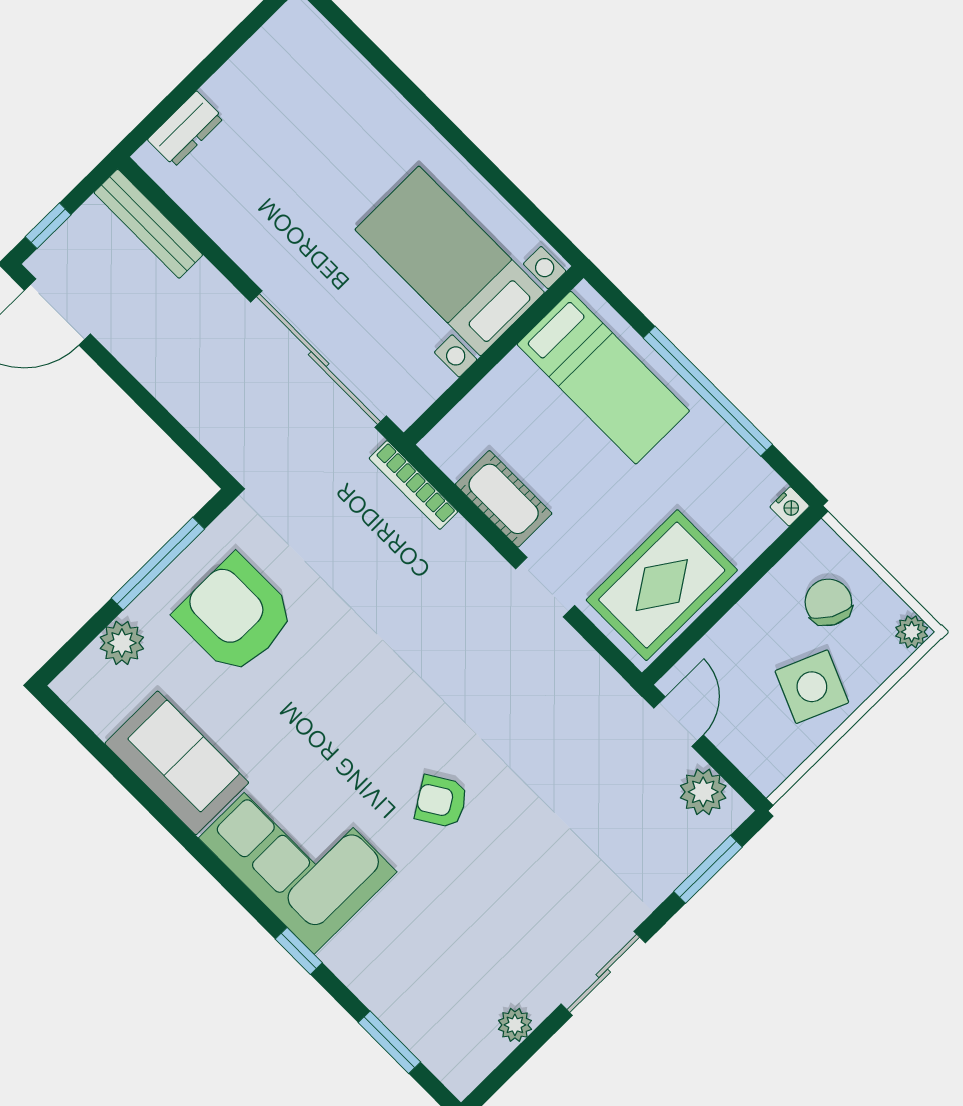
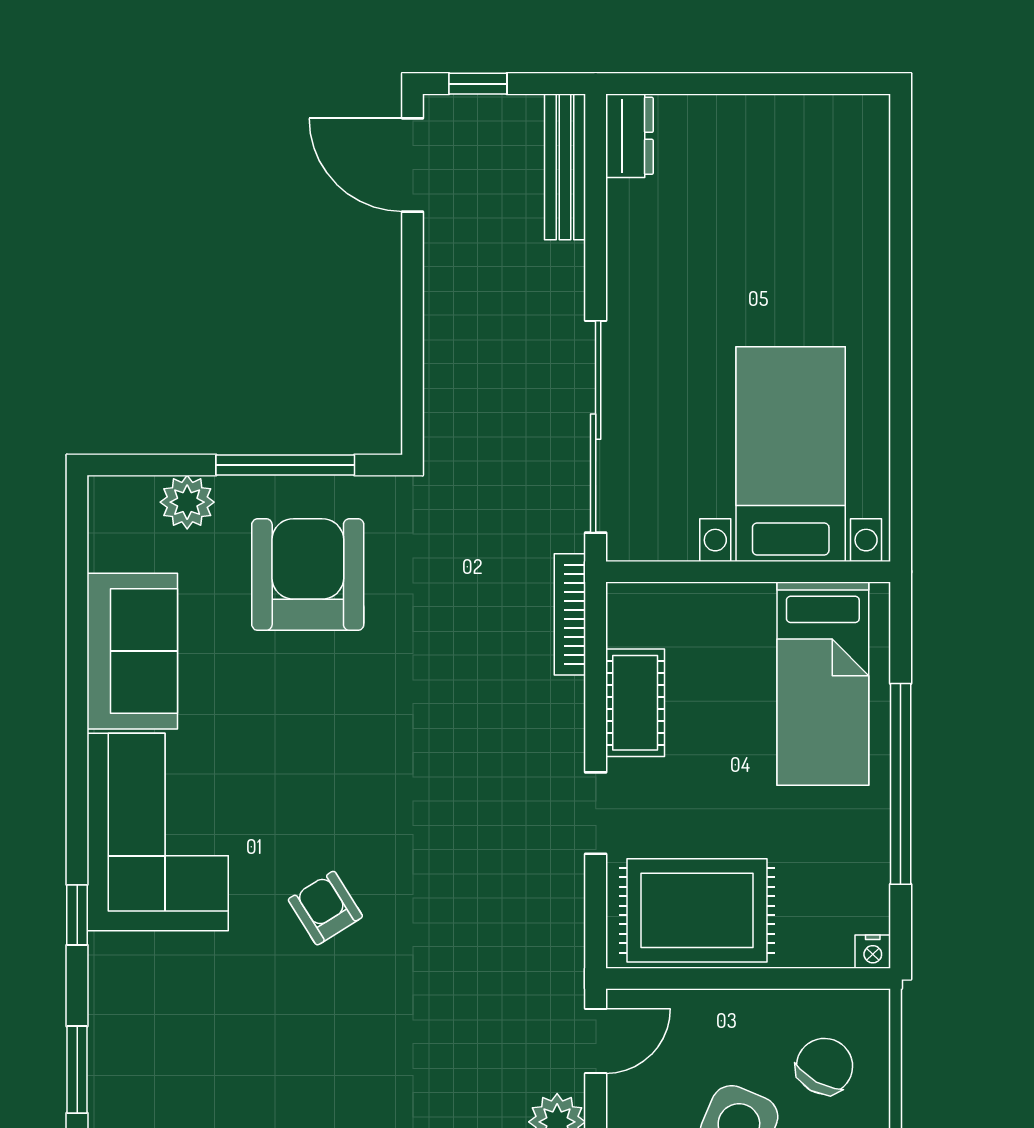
dresser: (186, 129) -> (629, 136), moved, turned -90

